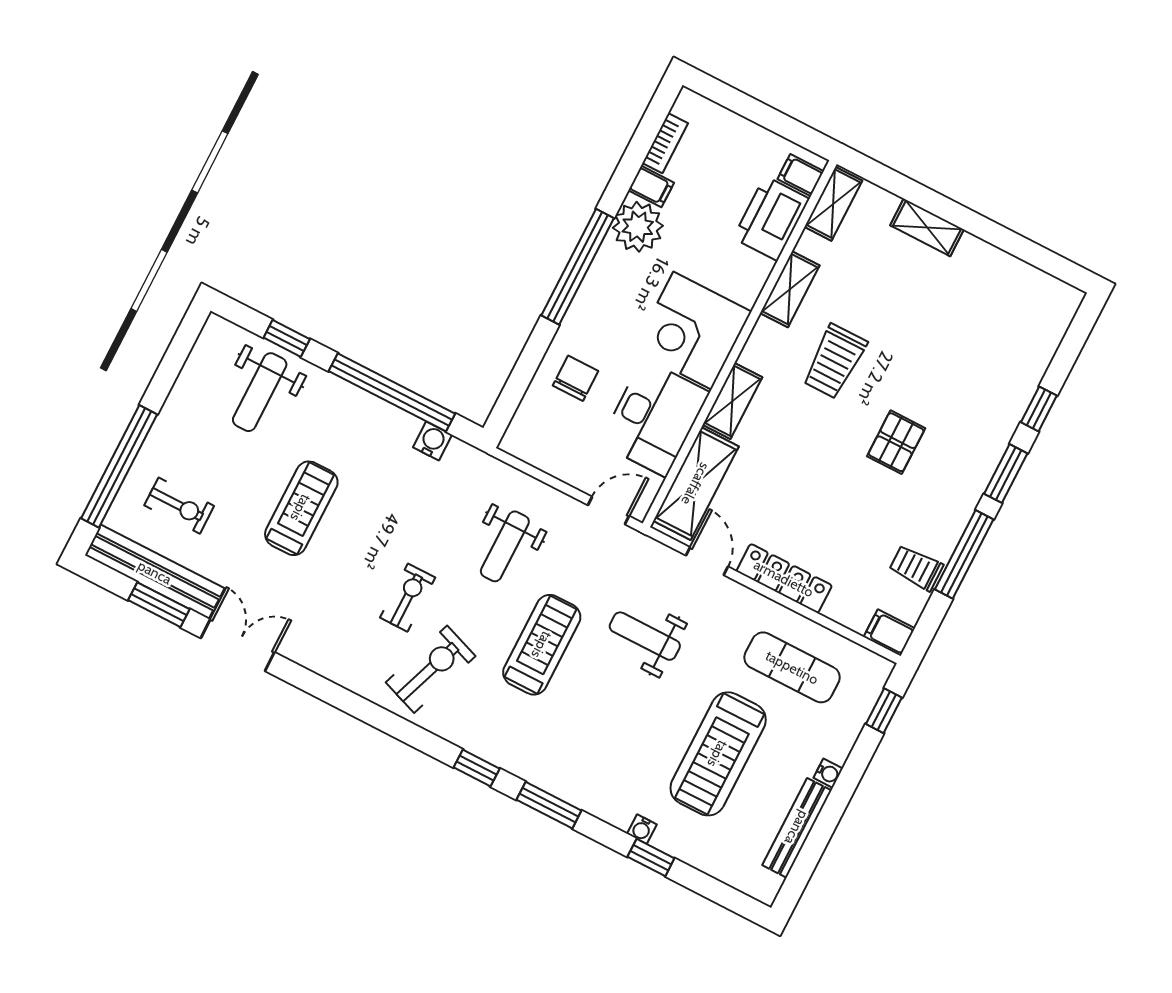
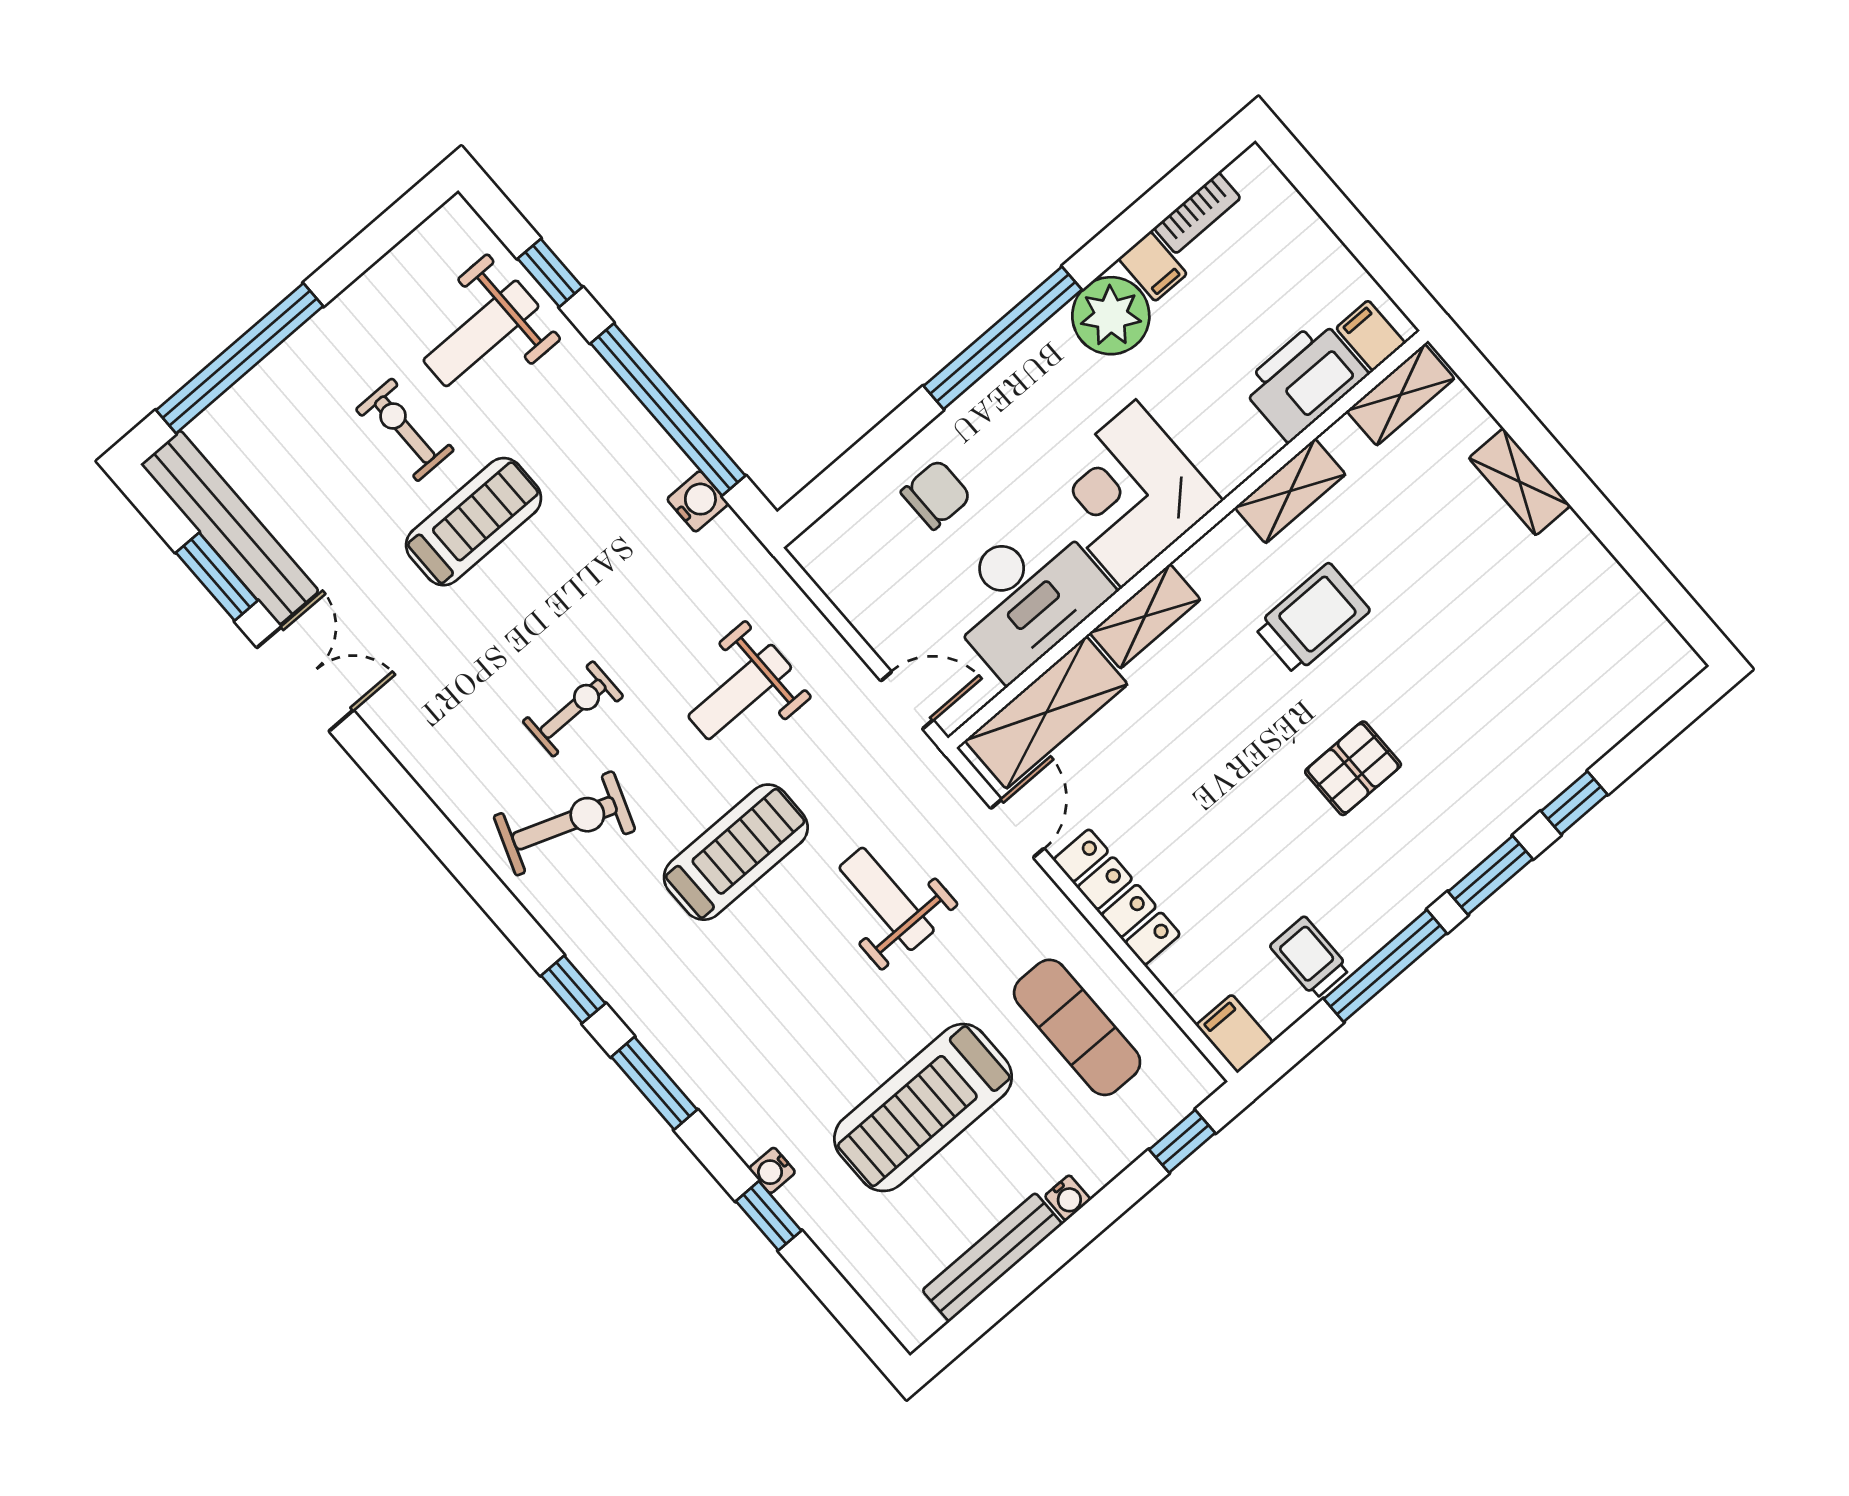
trolley: (835, 361) -> (1312, 619), turned 180
exercise bike: (179, 506) -> (405, 430), moved, turned 180

